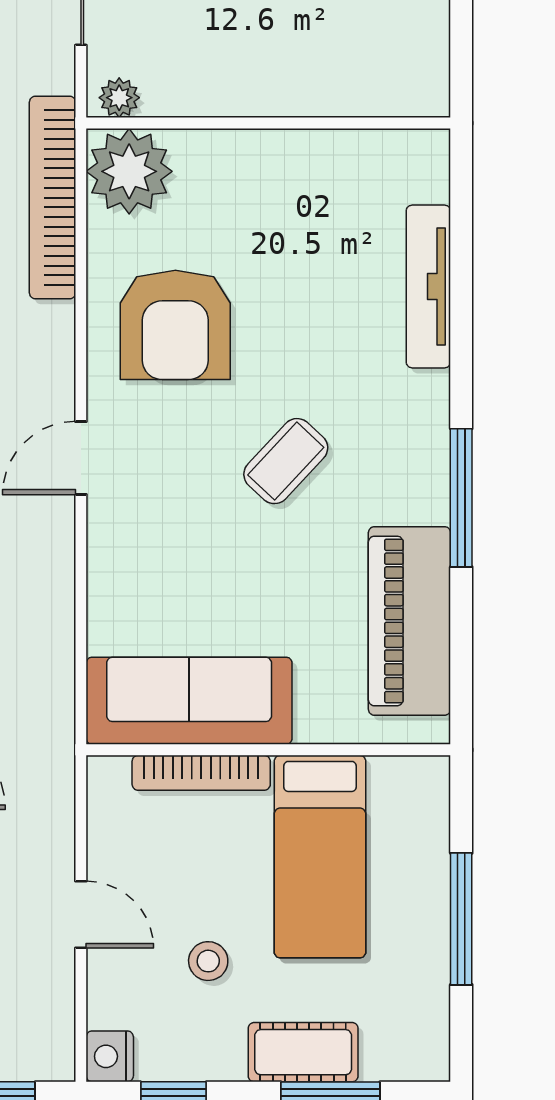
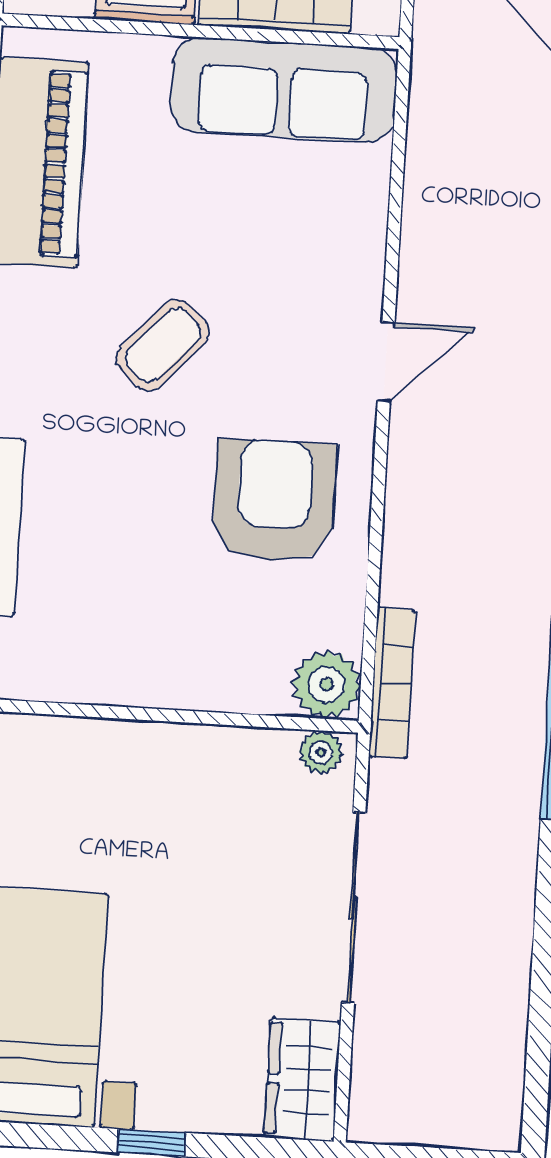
plant: (129, 171) -> (327, 685), width x0.73, depth x0.73
bookcase: (53, 198) -> (392, 683), width x0.68, depth x0.76

